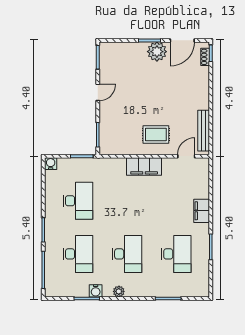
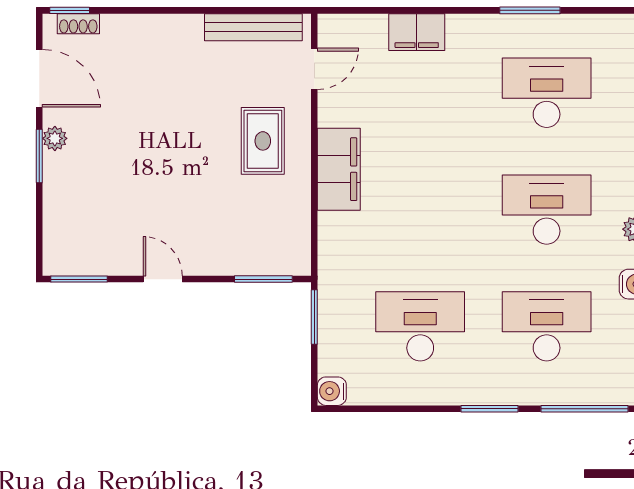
plant: (157, 52) -> (55, 138), width x0.53, depth x0.53
door: (186, 156) -> (314, 69), swing flipped
filing cabinet: (202, 211) -> (417, 32), moved

